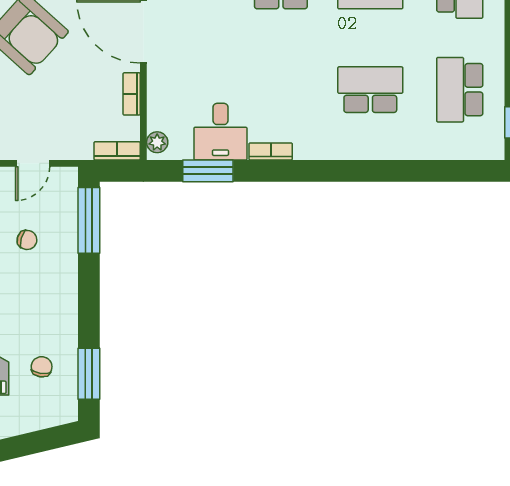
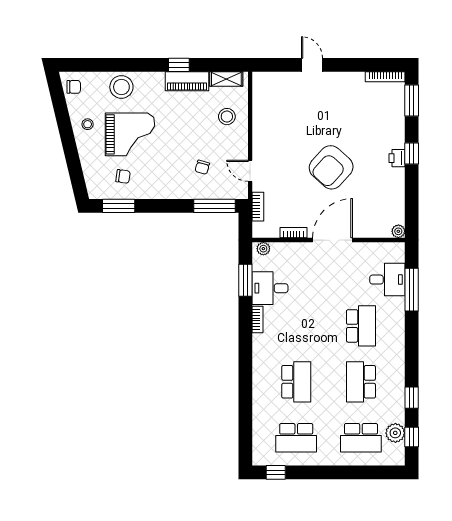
school desk: (460, 90) -> (296, 438), turned 180
bookcase: (117, 151) -> (258, 207), moved

